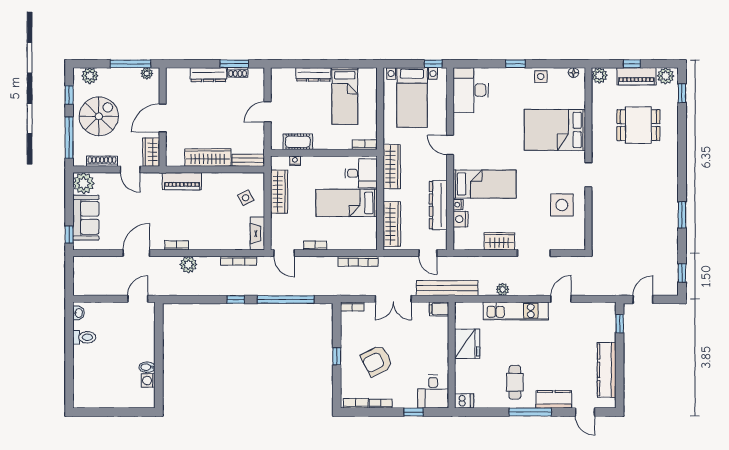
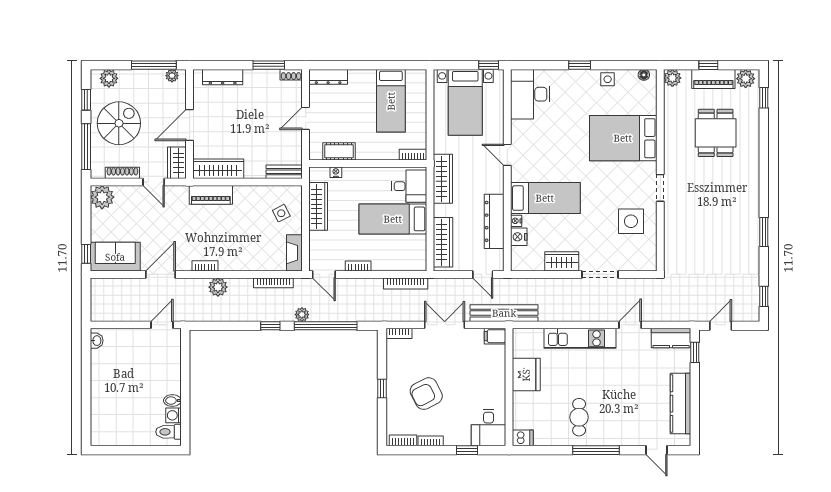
shoe rack: (238, 72) -> (291, 75), moved
dresser: (313, 74) -> (328, 77), moved
dresser: (208, 75) -> (223, 77), moved
dining table: (638, 125) -> (716, 133), turned 90
wardrobe: (208, 158) -> (218, 169), moved
sofa: (86, 218) -> (115, 257), moved, turned -90
plant: (503, 289) -> (302, 315), moved
double door: (393, 299) -> (445, 325), swing flipped
toilet: (84, 337) -> (169, 432), moved, turned 180
kitchen counter: (554, 399) -> (671, 338), moved, turned 180

